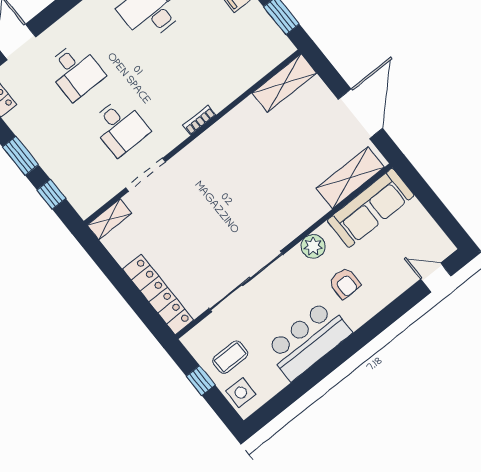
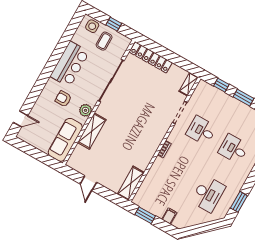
door: (360, 114) -> (88, 183), width x0.53
shelving: (350, 178) -> (92, 131), moved

